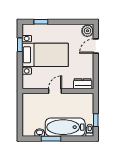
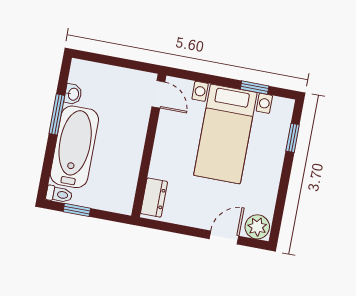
door: (96, 46) -> (224, 237), hinge flipped
door: (55, 91) -> (158, 94), moved

